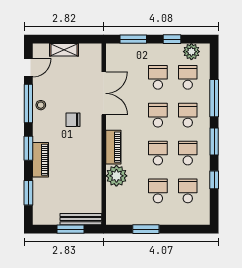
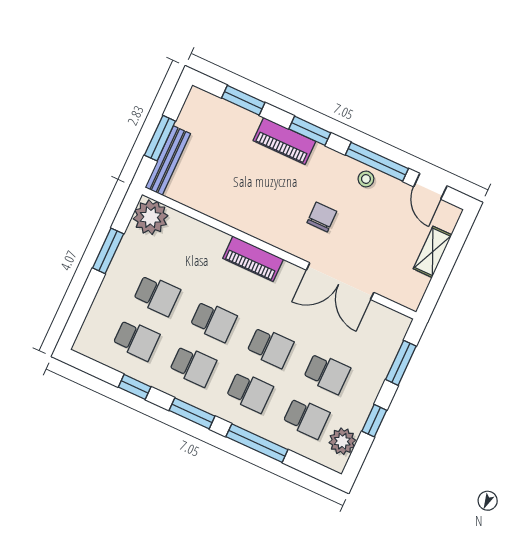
plant: (116, 176) -> (151, 217), moved

